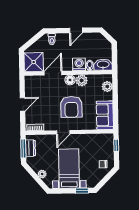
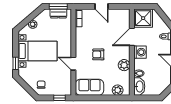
washing machine: (79, 64) -> (140, 52), moved
door: (53, 73) -> (132, 37), swing flipped
floor lamp: (70, 80) -> (125, 54), removed
armchair: (71, 107) -> (98, 54), width x0.53, depth x0.53
door: (63, 132) -> (73, 64), moved

